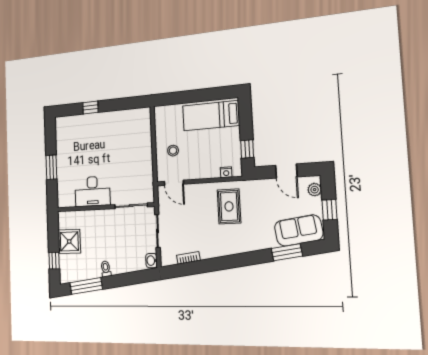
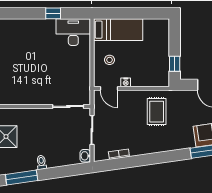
window: (90, 108) -> (53, 13), moved
bed: (211, 116) -> (118, 30), moved, turned 180
nightstand: (226, 172) -> (126, 82), moved
desk: (92, 191) -> (73, 32), moved, turned 180

